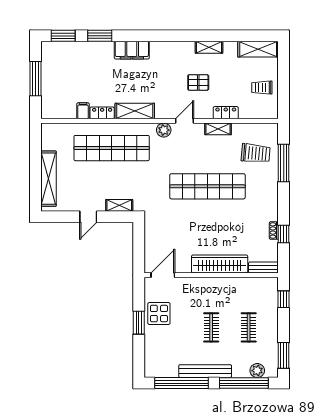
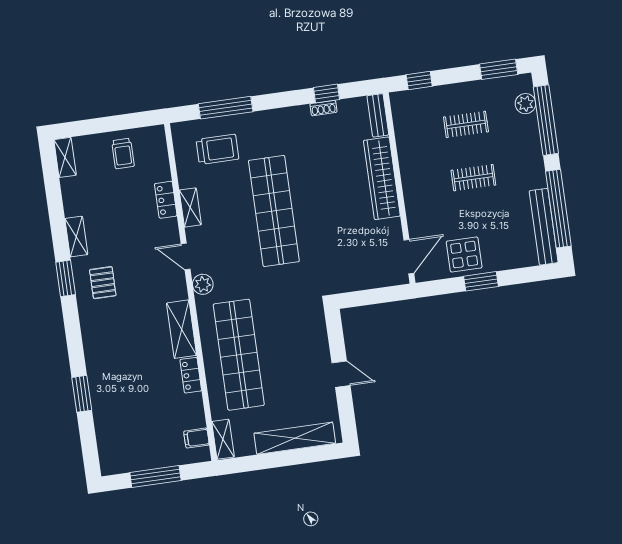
window: (63, 36) -> (66, 278), moved
shelving: (258, 49) -> (65, 157), width x0.67, depth x0.75
filing cabinet: (132, 50) -> (96, 346), removed
pallet: (198, 82) -> (103, 283), moved
filing cabinet: (83, 111) -> (196, 438), moved
trolley: (256, 153) -> (217, 149), turned 85
shelving: (119, 205) -> (223, 439), moved
door: (163, 275) -> (409, 257), swing flipped
bench: (205, 371) -> (544, 227), moved

